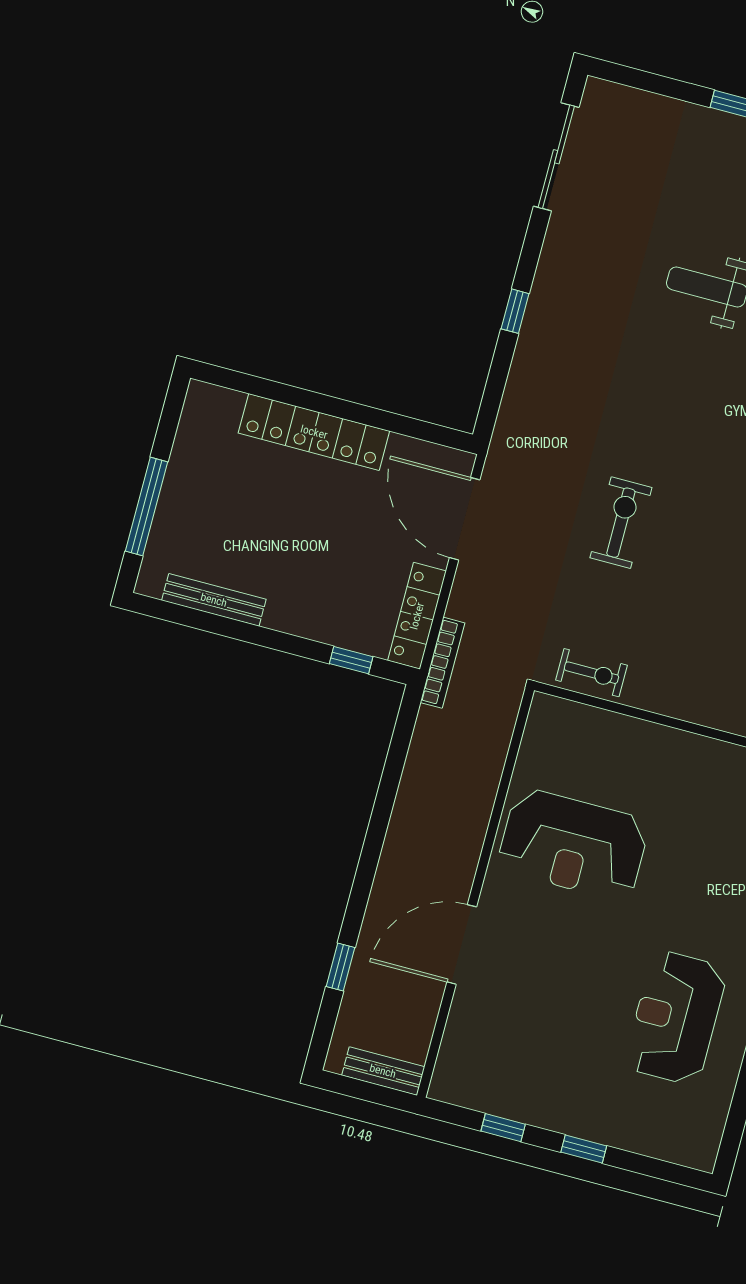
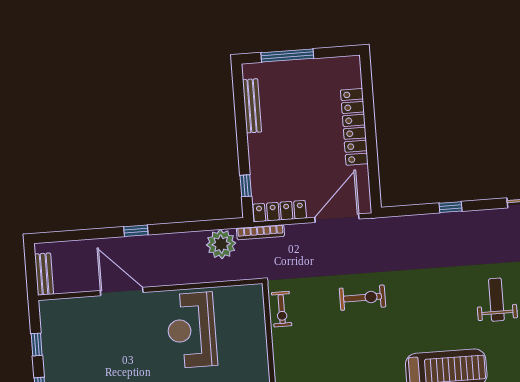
plant: (439, 740) -> (221, 244), added
window: (341, 967) -> (136, 231), moved

